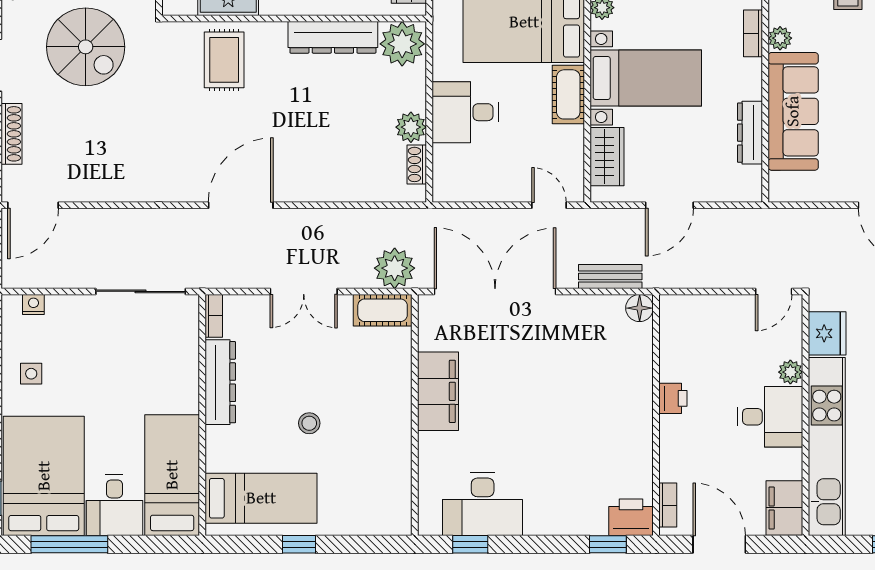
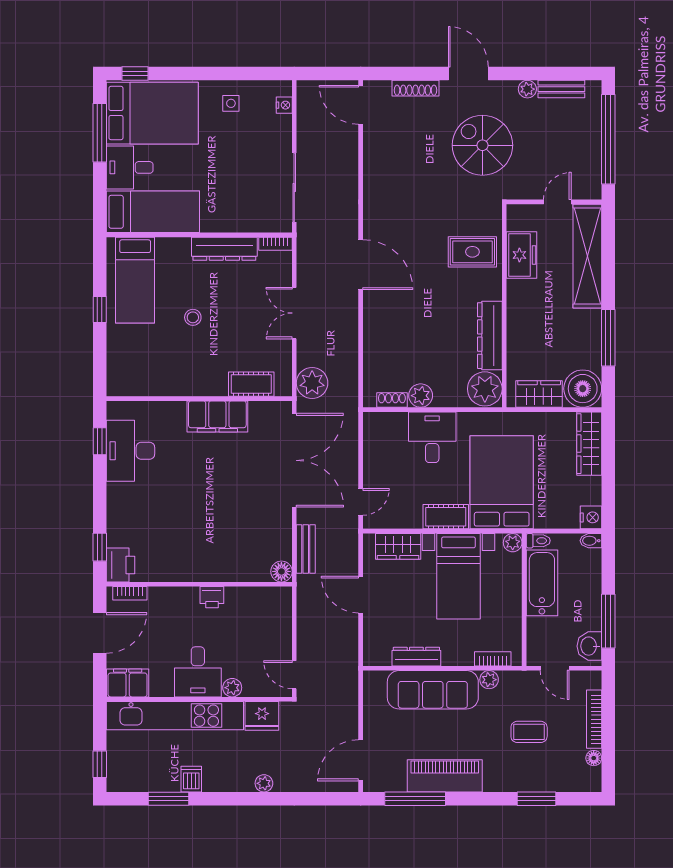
spiral stairs: (86, 47) -> (482, 145), turned 90
cot: (383, 310) -> (251, 384), moved, turned 90

